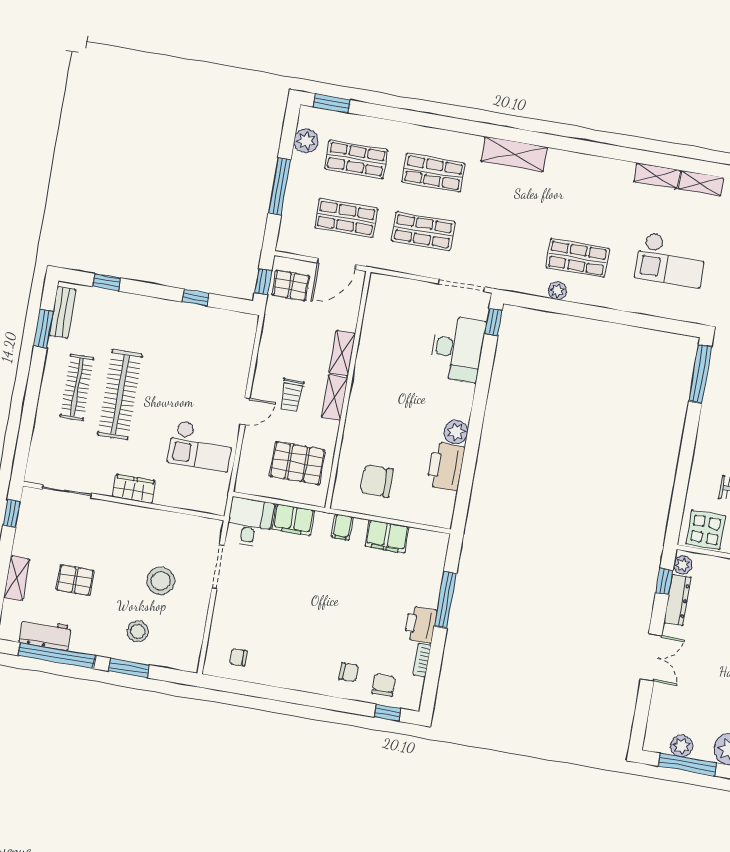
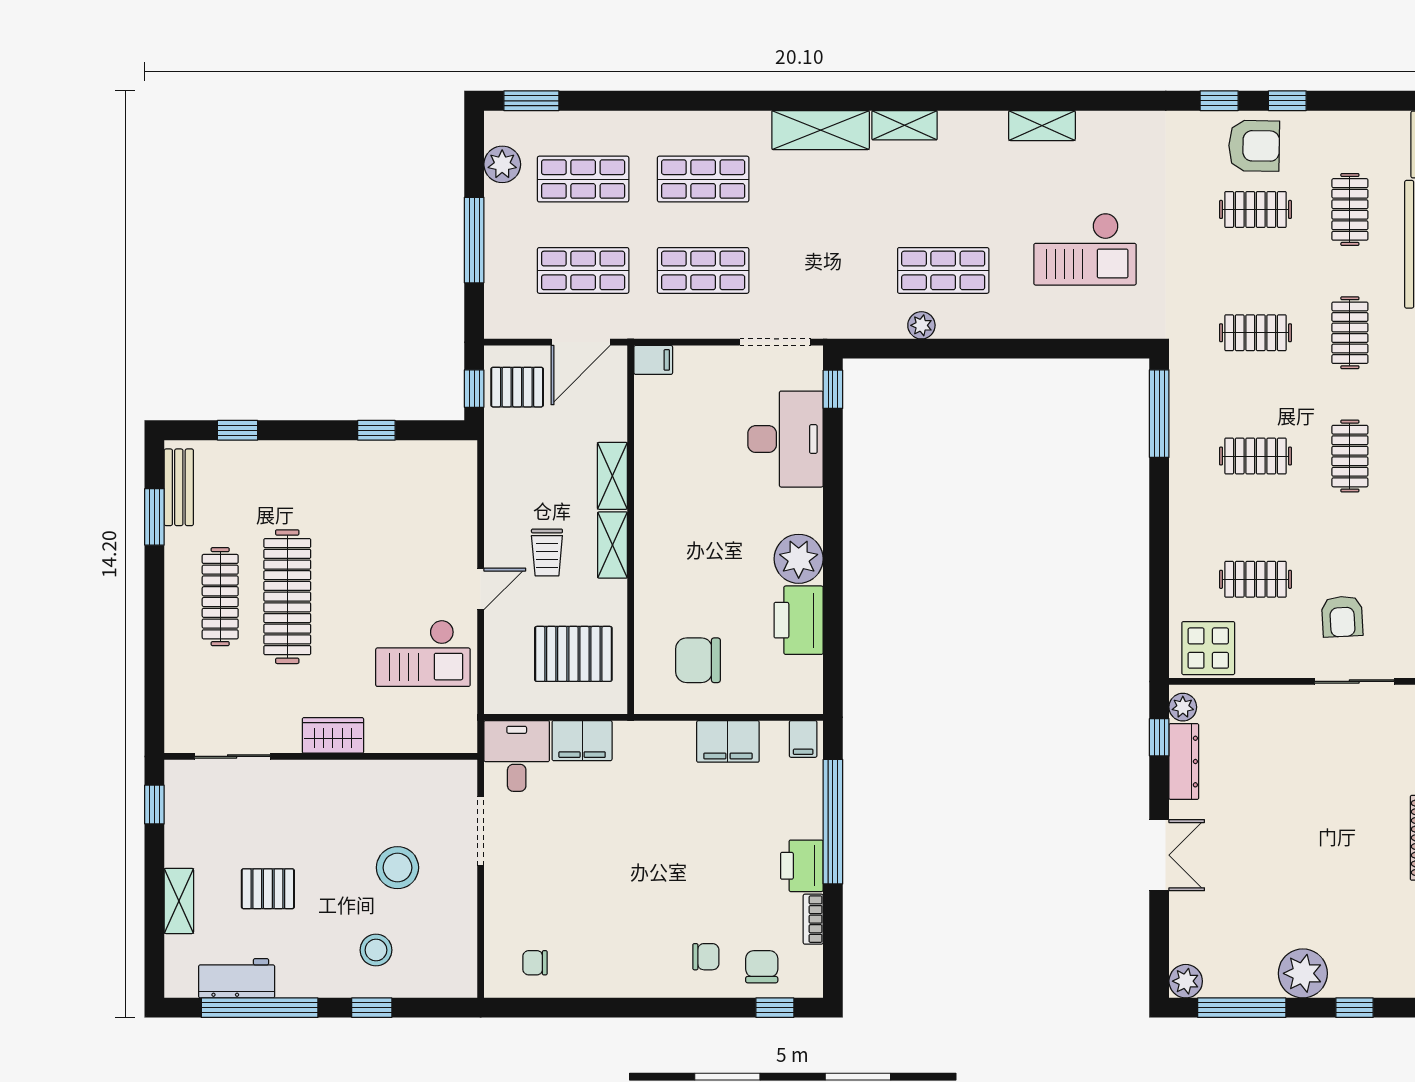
shelving: (701, 183) -> (905, 125), moved
filing cabinet: (381, 283) -> (653, 360), added
plant: (456, 432) -> (799, 559), width x1.36, depth x1.36
filing cabinet: (342, 527) -> (803, 739), moved
window: (445, 600) -> (833, 822), width x1.46
window: (129, 668) -> (372, 1008), width x0.67
plant: (682, 746) -> (1186, 981), moved

